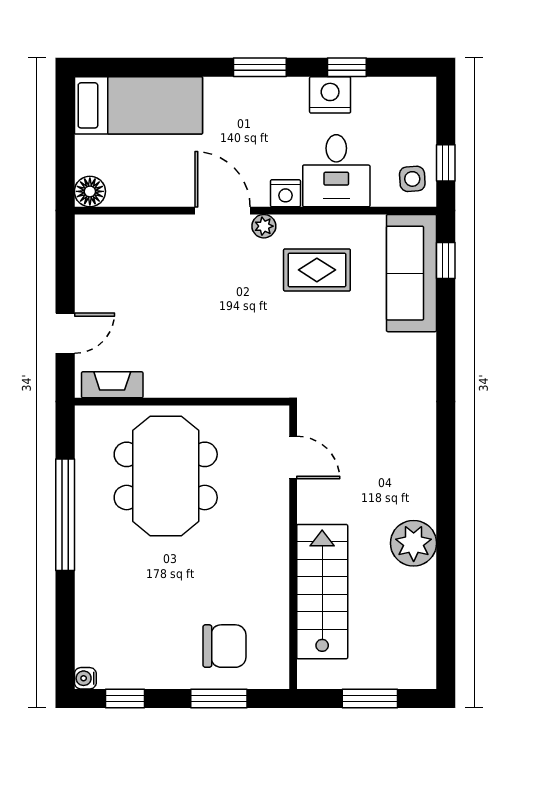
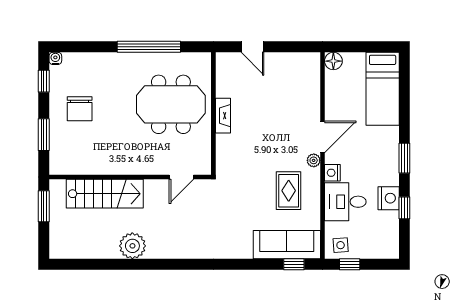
fireplace: (112, 385) -> (223, 116), moved
chair: (224, 646) -> (80, 109), moved
window: (370, 698) -> (44, 206), moved

